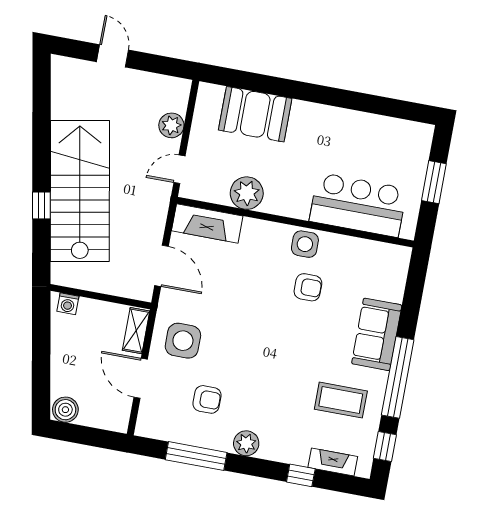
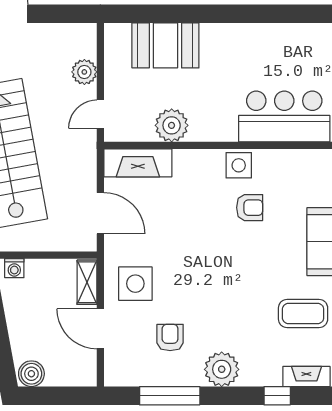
armchair: (207, 399) -> (170, 338), turned -90
plant: (246, 443) -> (222, 369), width x1.36, depth x1.36

